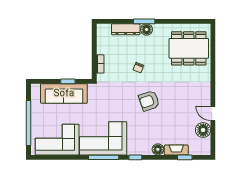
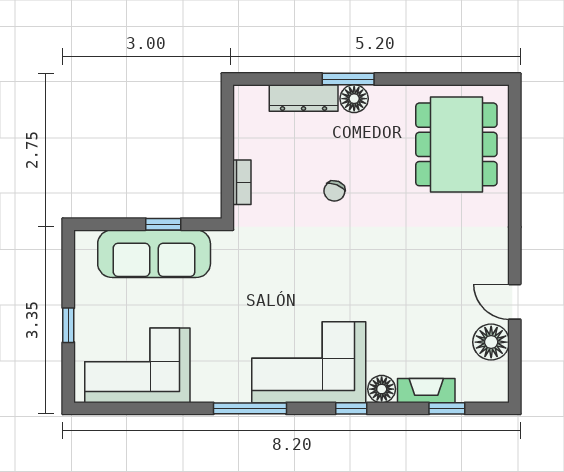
dining table: (189, 48) -> (456, 144), turned 90
armchair: (149, 101) -> (360, 271), removed
window: (29, 123) -> (68, 325), width x0.32
corner sofa: (103, 138) -> (309, 362), moved
window: (135, 157) -> (351, 408), moved

